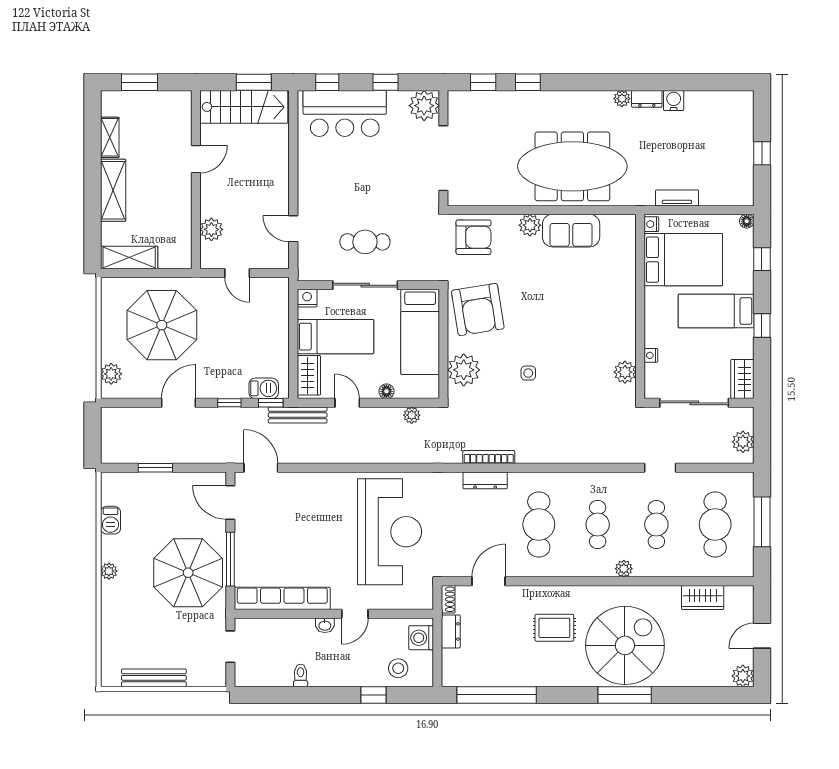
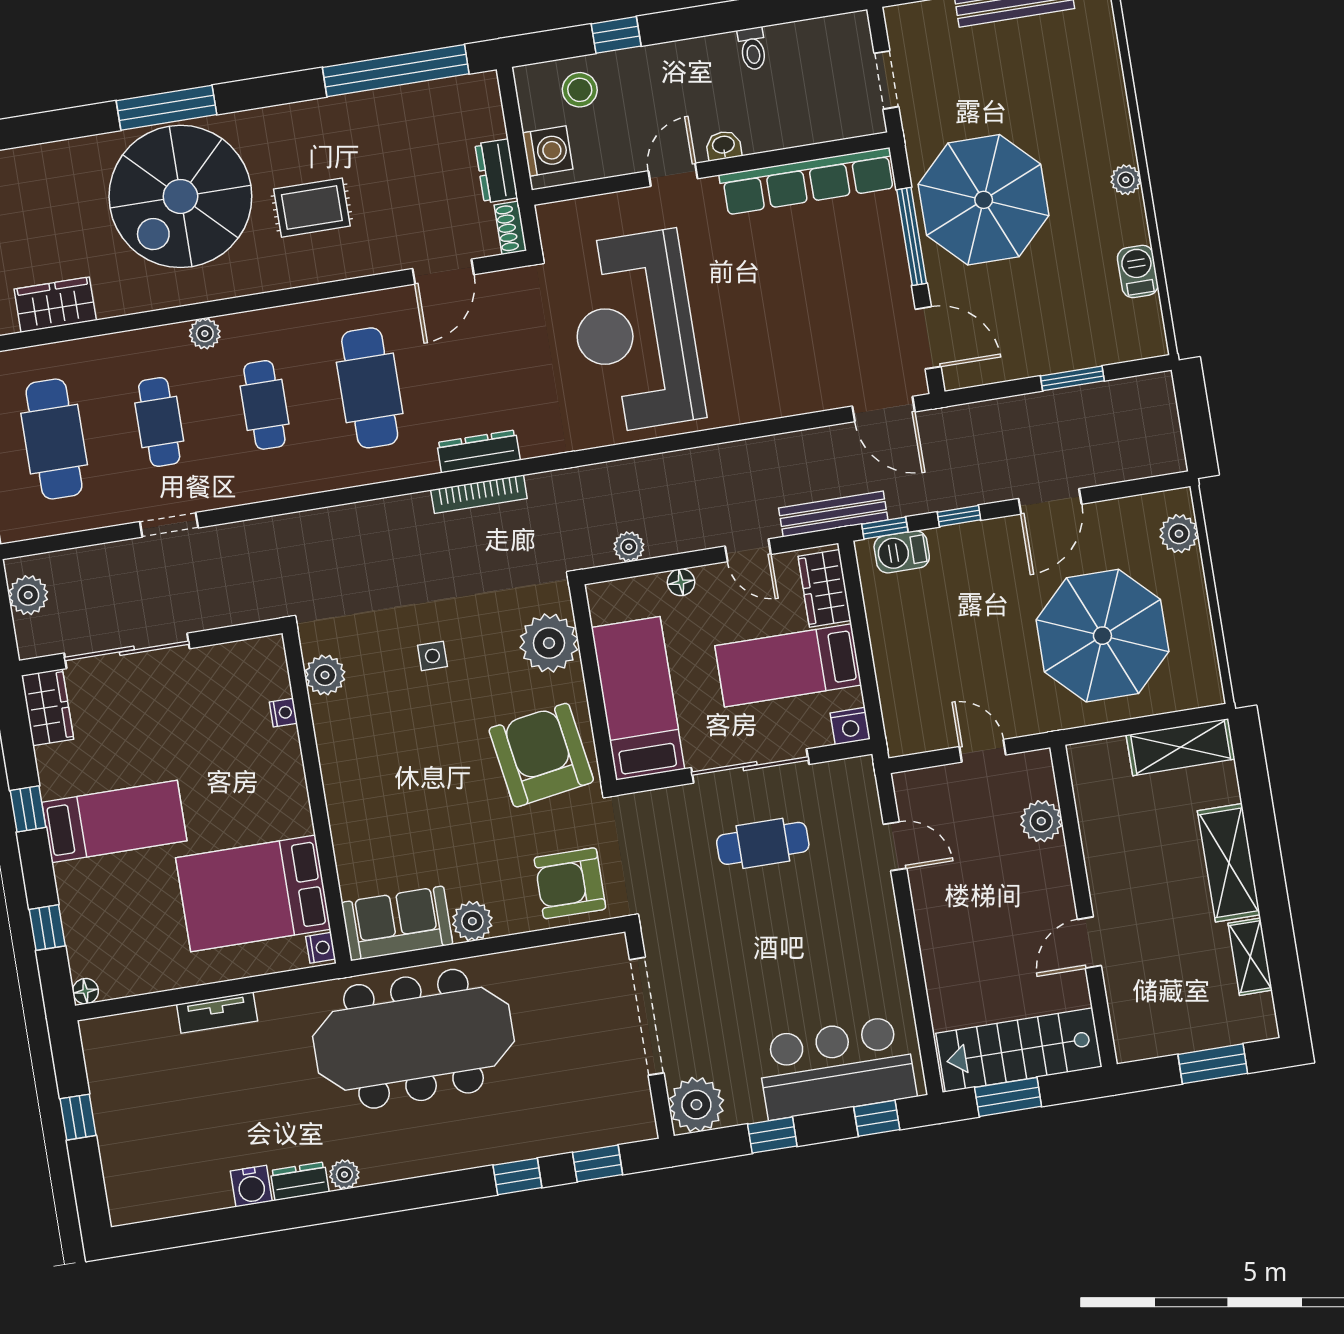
nightstand: (651, 224) -> (321, 948), moved
bed: (683, 260) -> (253, 893), moved
wall: (640, 306) -> (317, 797), moved
nightstand: (651, 355) -> (283, 713), moved
plant: (625, 372) -> (325, 675), moved

